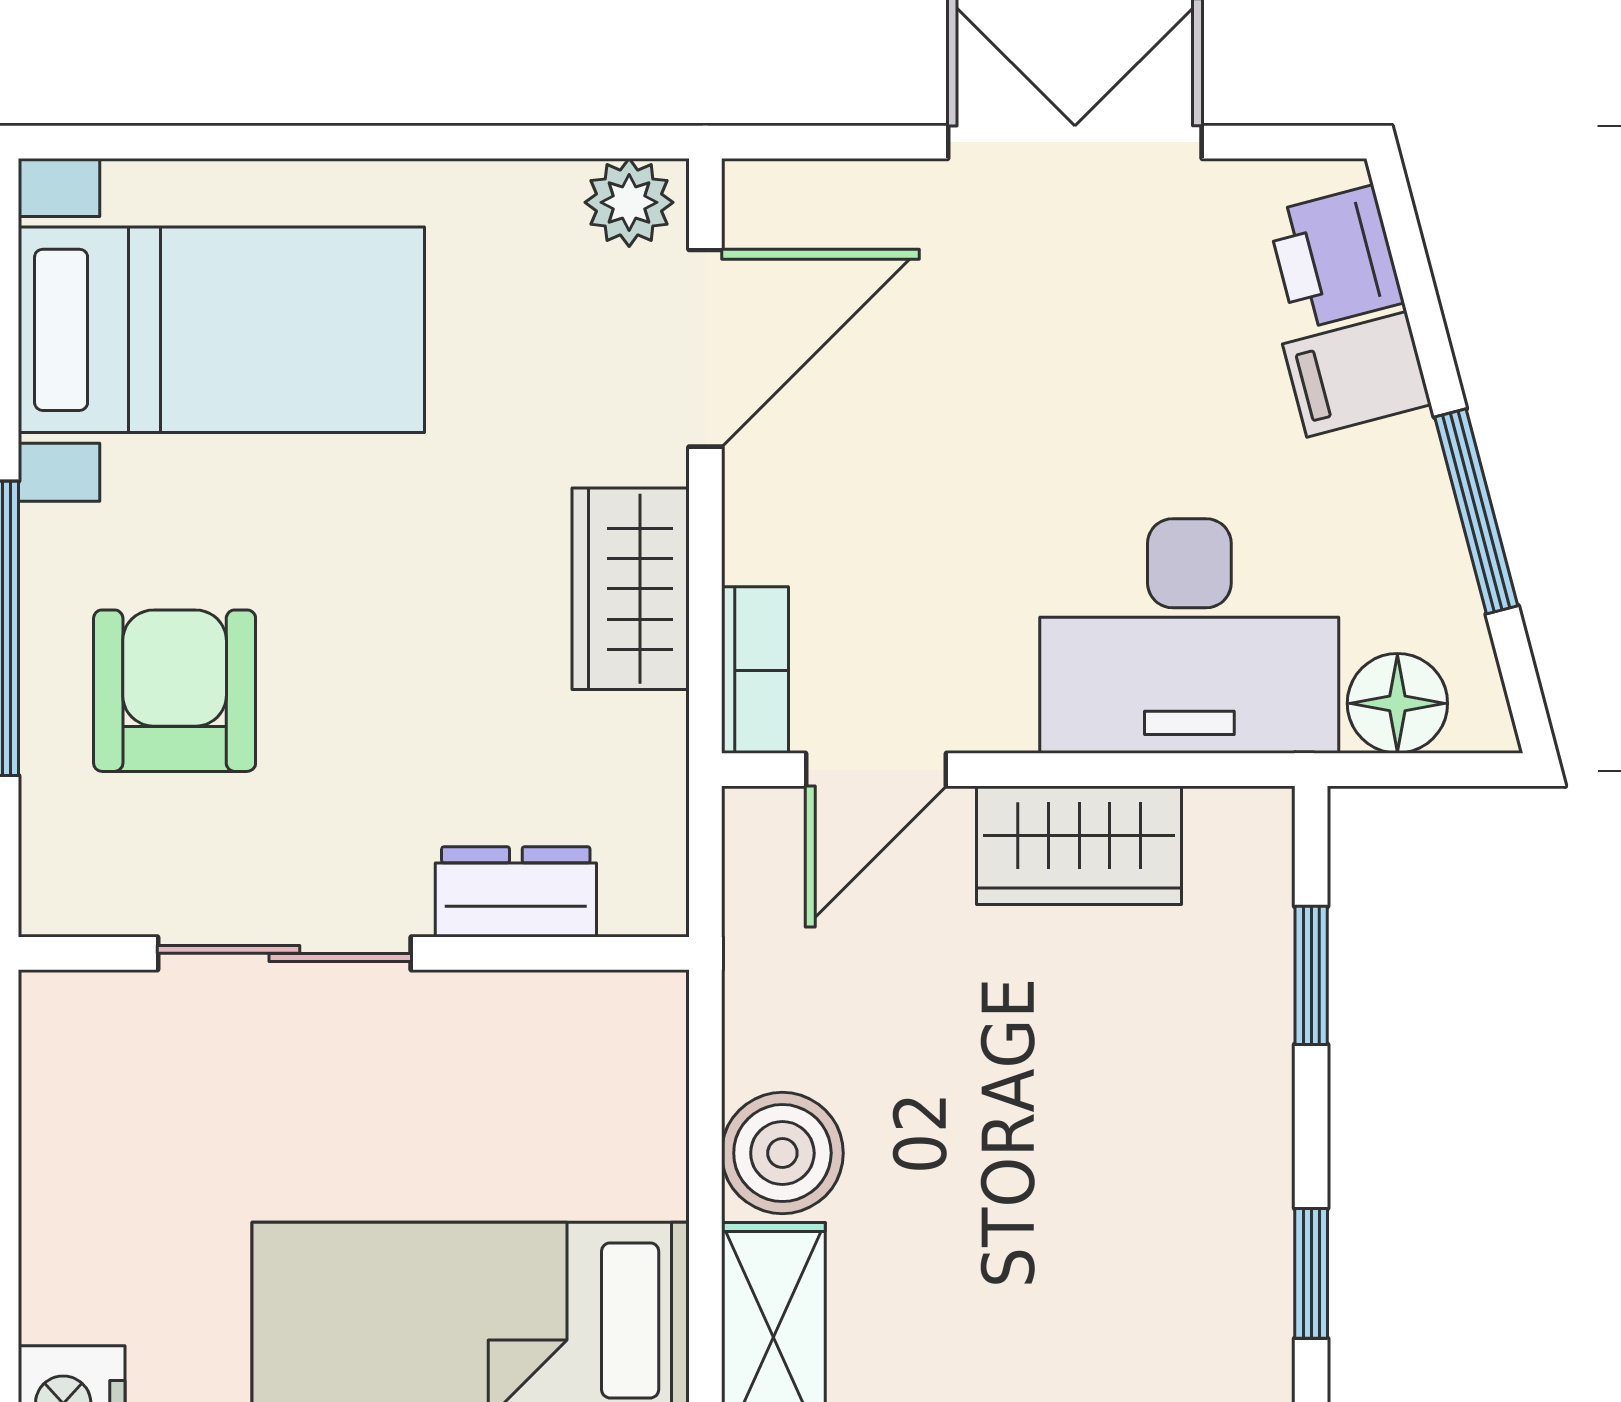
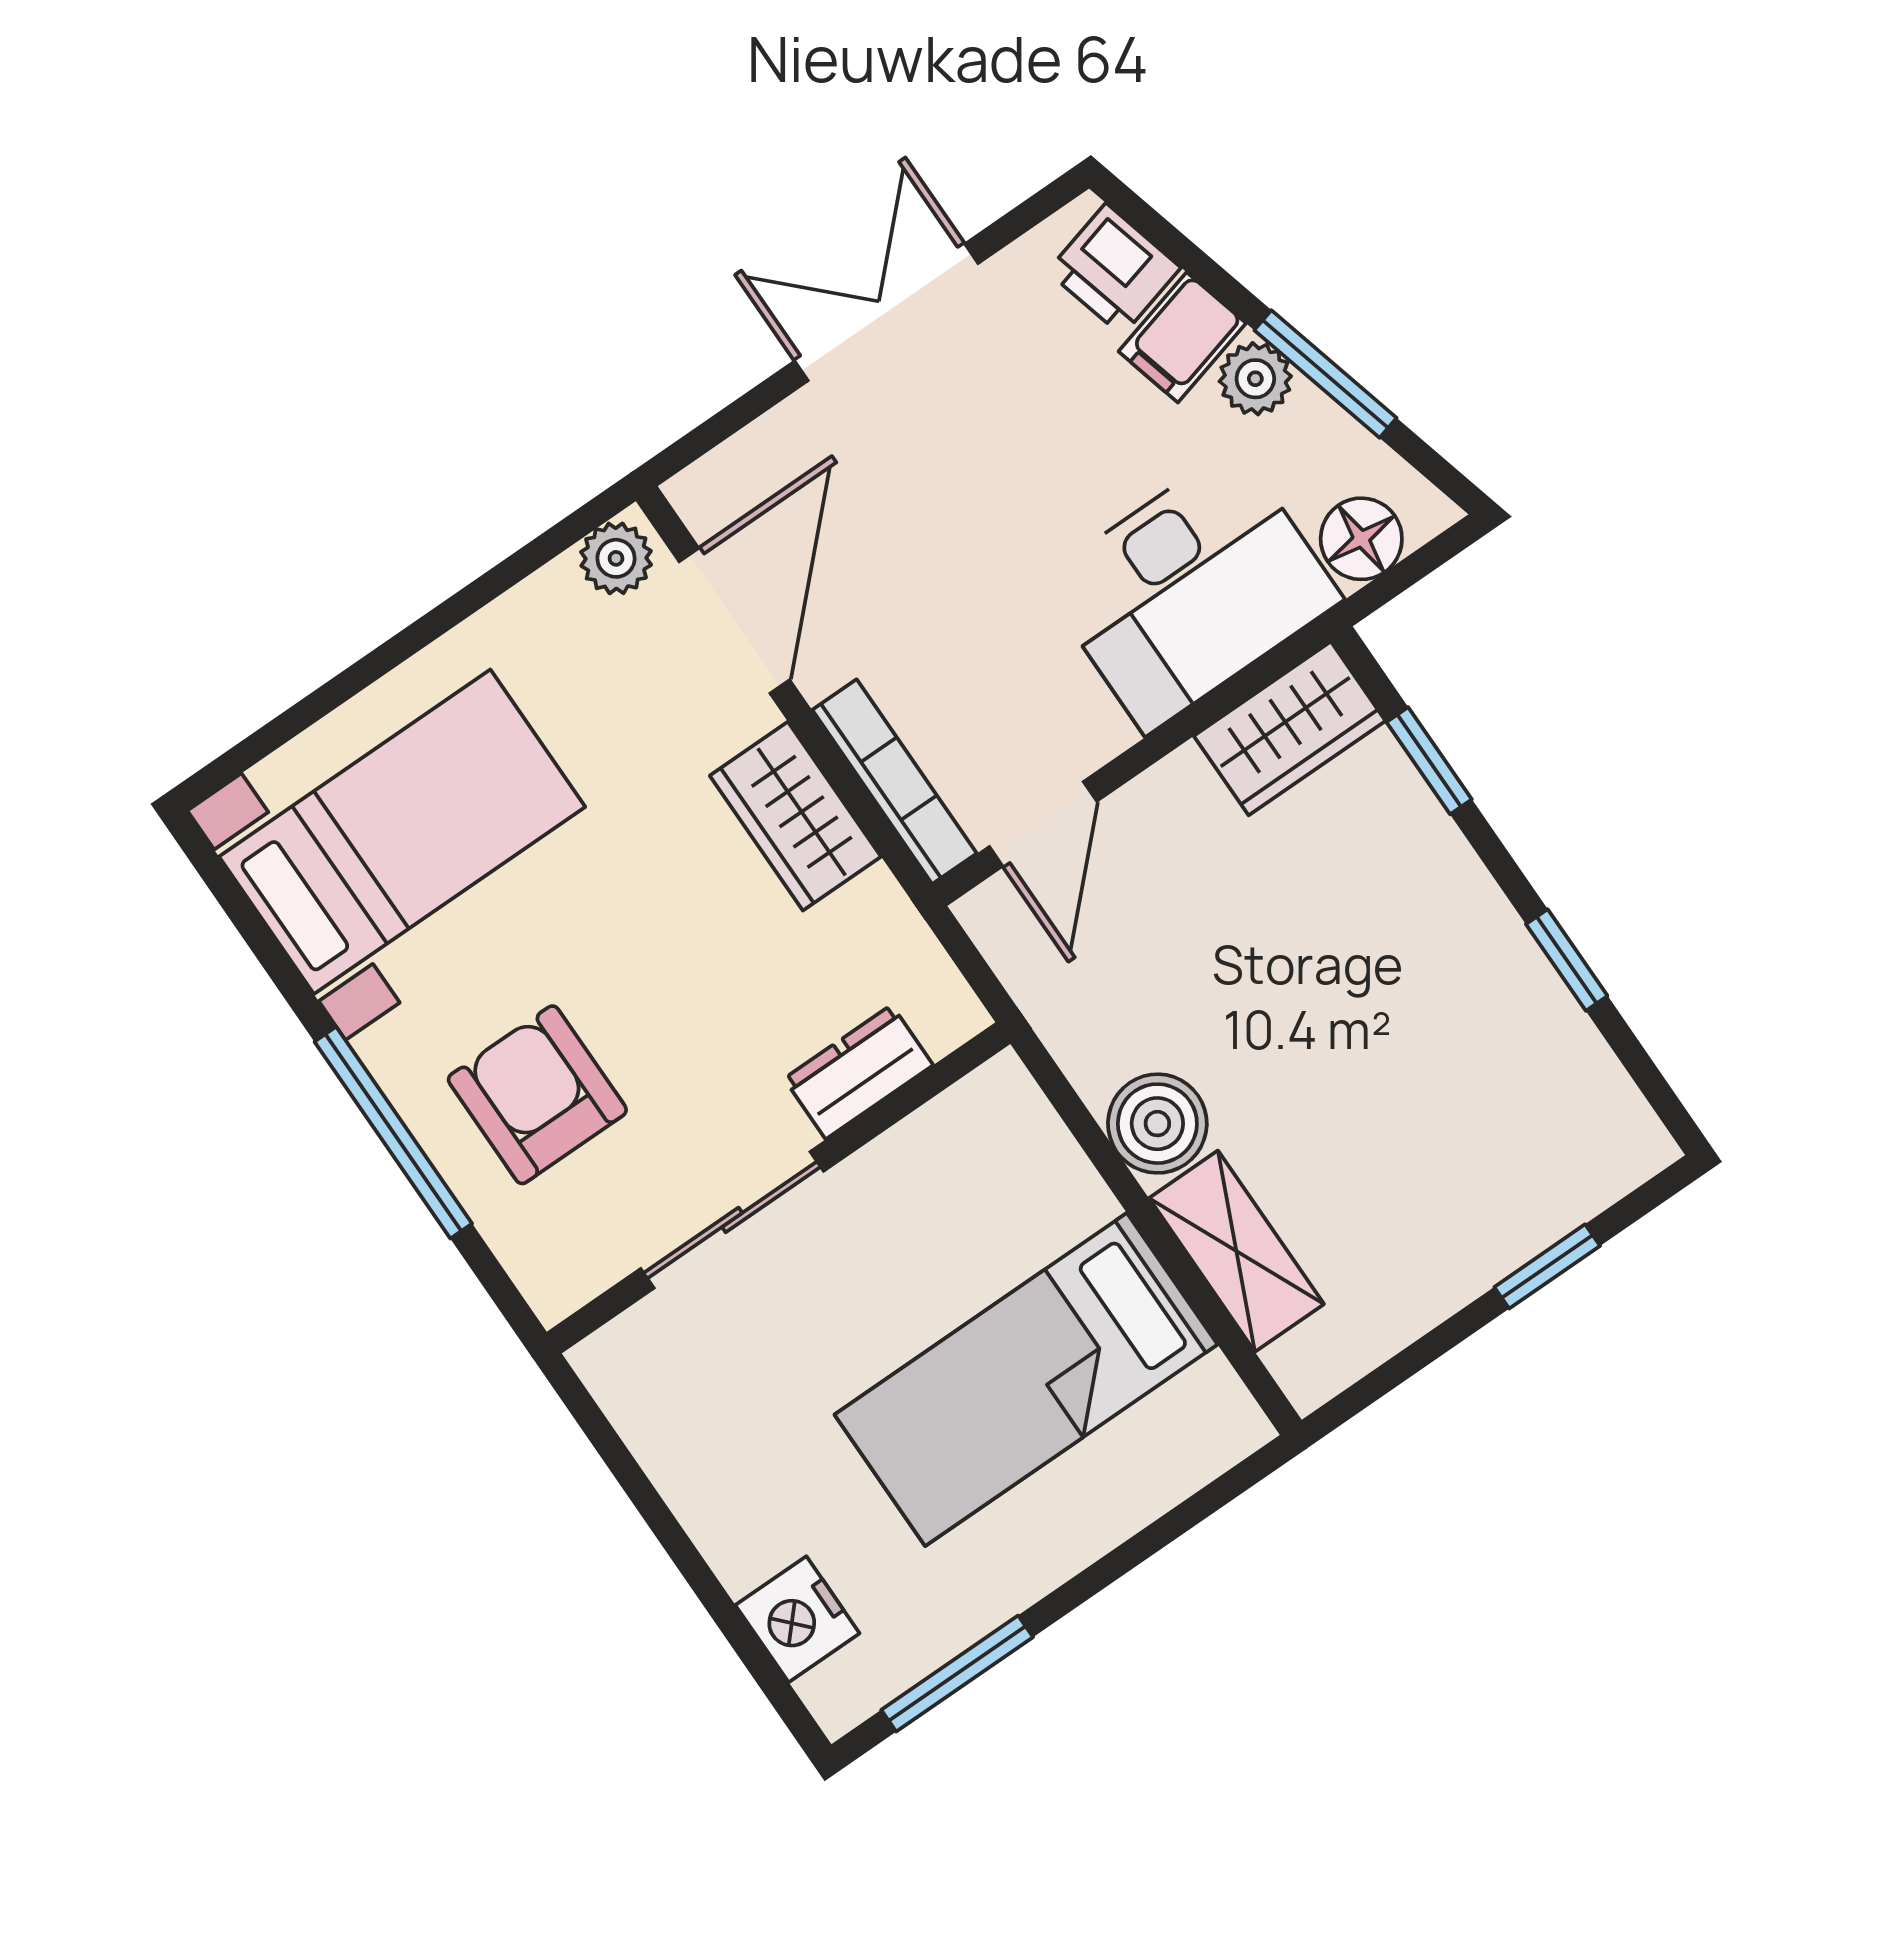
plant: (1402, 467) -> (1255, 379), added
bookcase: (755, 670) -> (894, 782), width x1.56
wardrobe: (1079, 845) -> (1290, 728), moved

